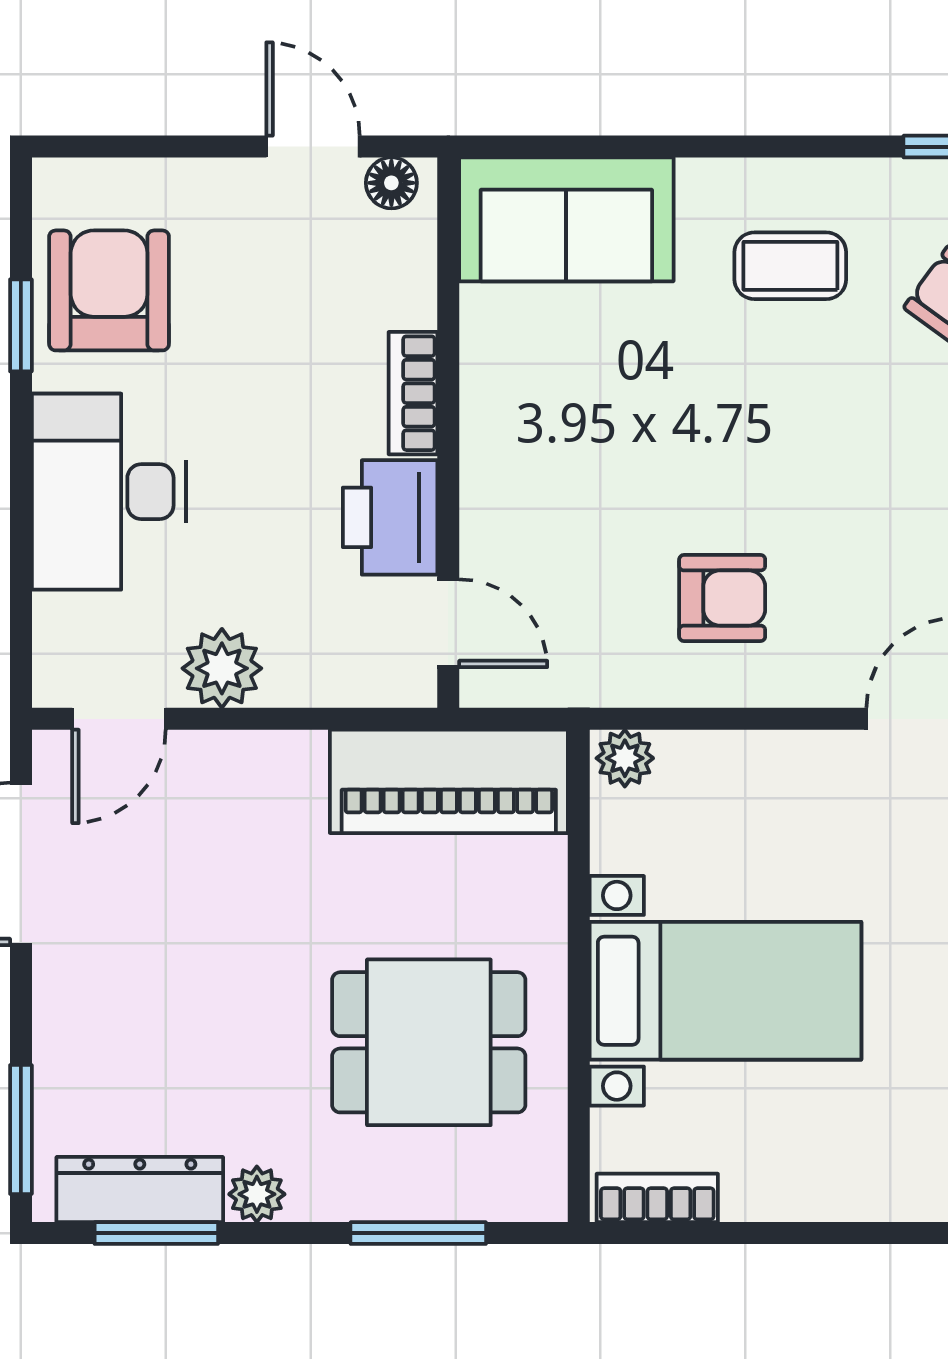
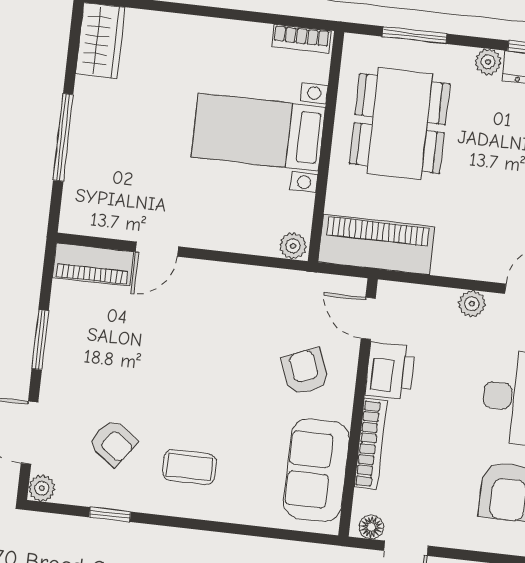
sofa: (566, 219) -> (316, 470), moved, turned -90
bookcase: (413, 393) -> (371, 444), width x1.56
armchair: (722, 598) -> (305, 372), moved, turned 68
plant: (222, 668) -> (472, 304), width x0.73, depth x0.73
dining table: (429, 1042) -> (400, 124), width x1.38

